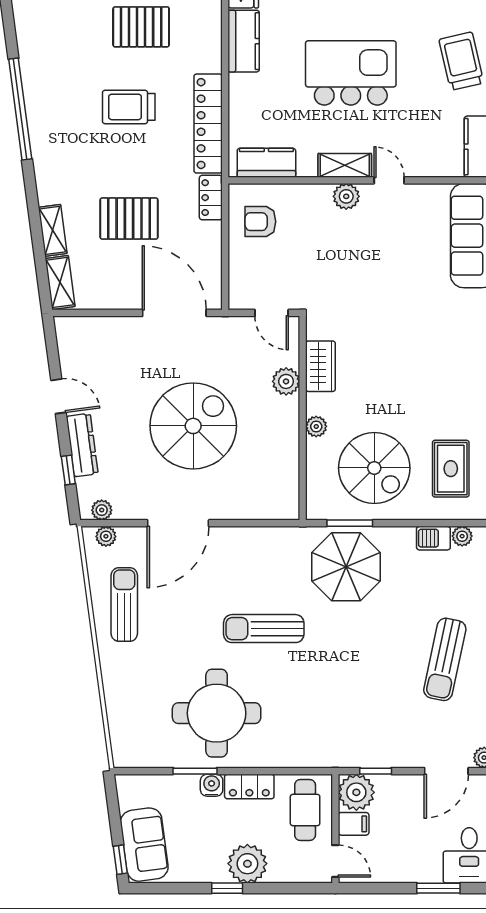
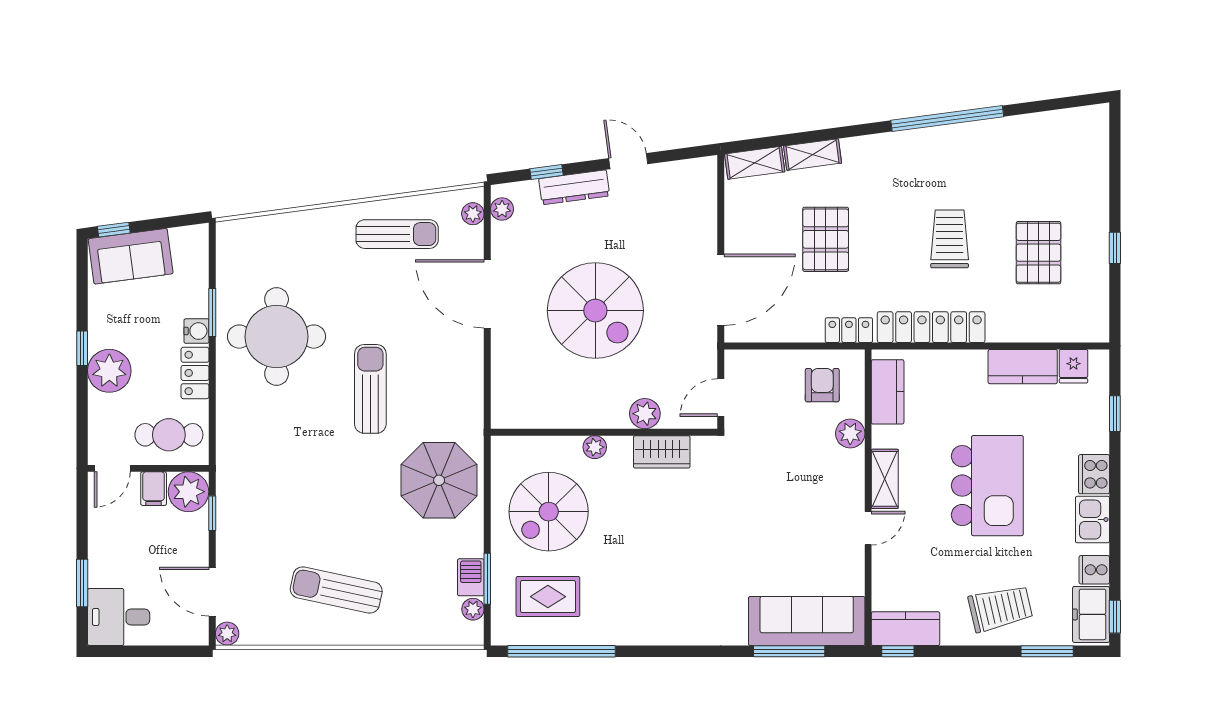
plant: (346, 196) -> (850, 433), moved
door: (59, 396) -> (628, 161), swing flipped
window: (350, 523) -> (487, 579), moved

